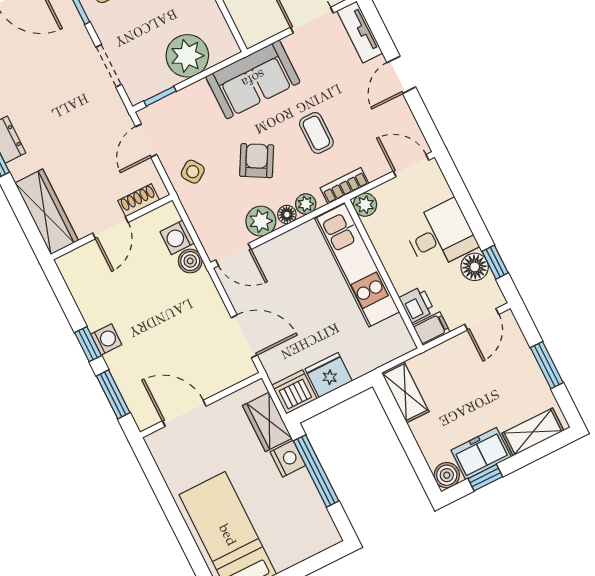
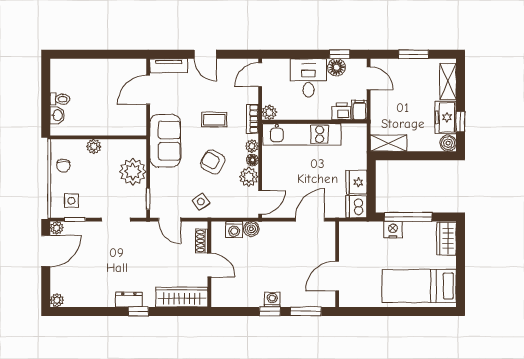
wardrobe: (267, 422) -> (447, 239), moved, turned 90

